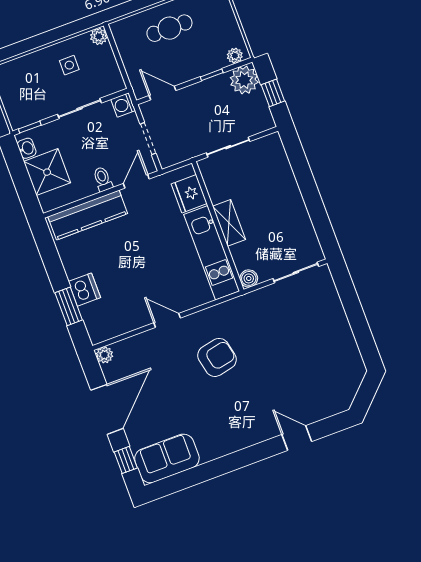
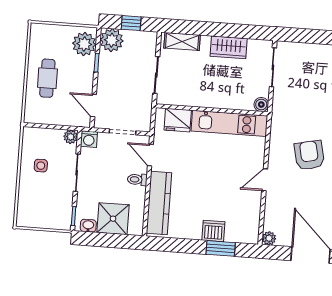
plant: (99, 36) -> (71, 137), moved
plant: (235, 56) -> (84, 44), width x1.88, depth x1.88
door: (162, 93) -> (93, 106), hinge flipped
wardrobe: (296, 213) -> (229, 47), added
shelving: (229, 223) -> (182, 42), moved

